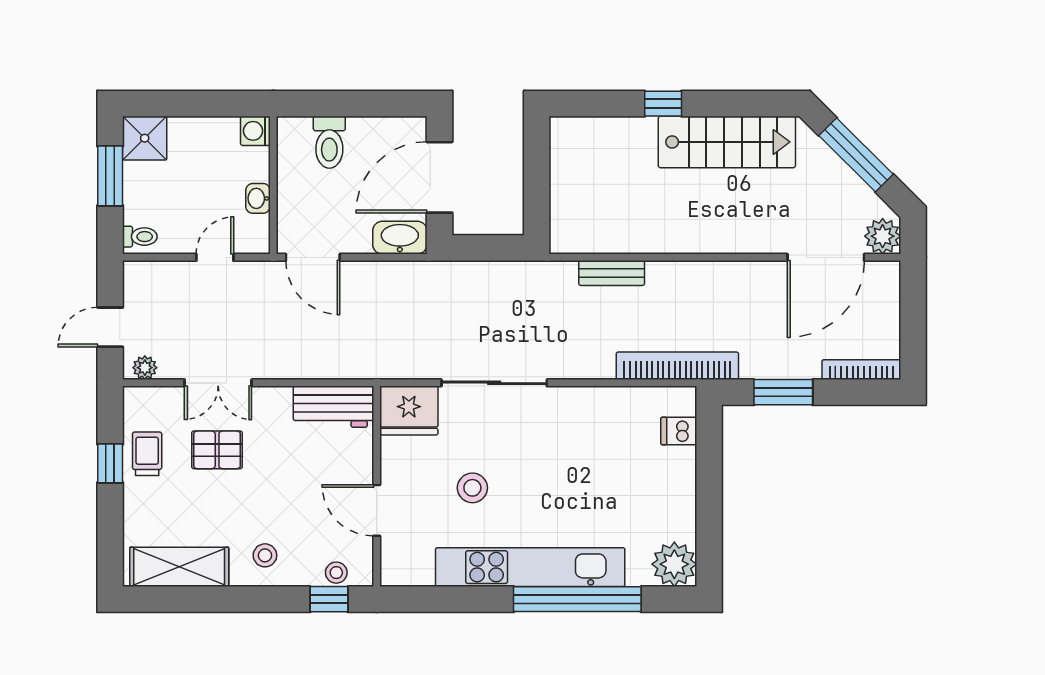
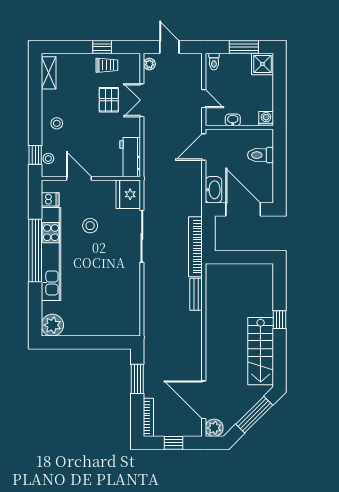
window: (913, 319) -> (173, 443), added
bookcase: (677, 366) -> (195, 247), moved, turned 180
dishwasher: (679, 431) -> (50, 199), moved, turned 90
door: (377, 510) -> (79, 178), hinge flipped
shelving: (179, 567) -> (49, 73), width x0.67, depth x0.75
window: (577, 599) -> (35, 251), moved

